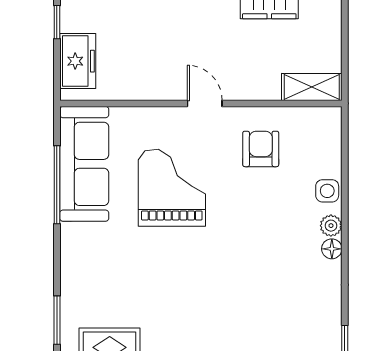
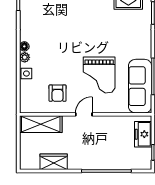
shelving: (312, 87) -> (41, 124), width x1.50, depth x1.33
door: (205, 103) -> (84, 114), swing flipped

